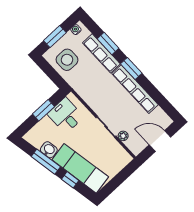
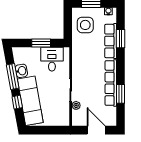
window: (131, 69) -> (120, 94), moved

